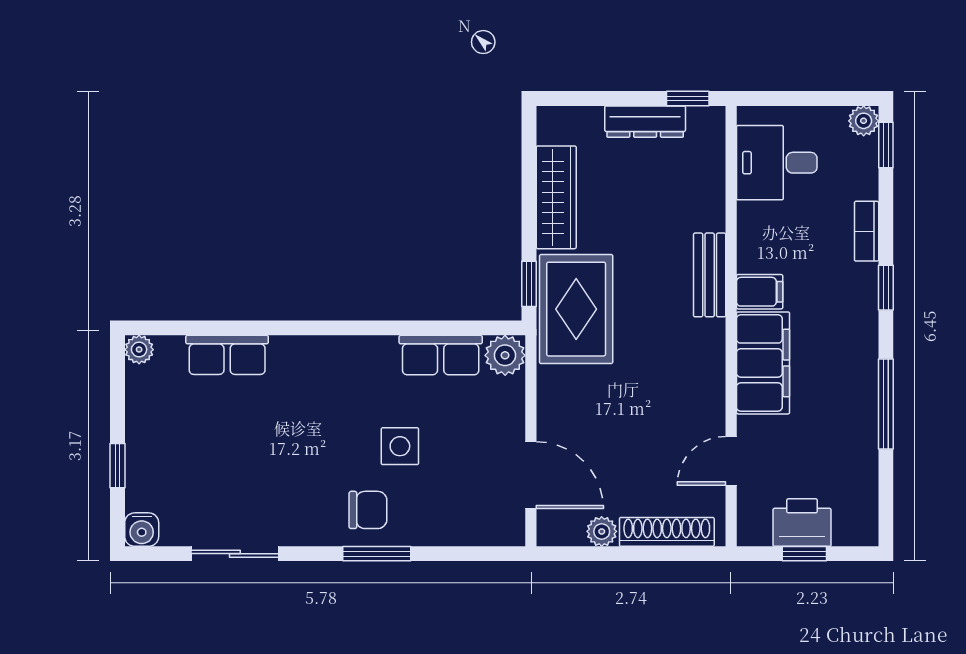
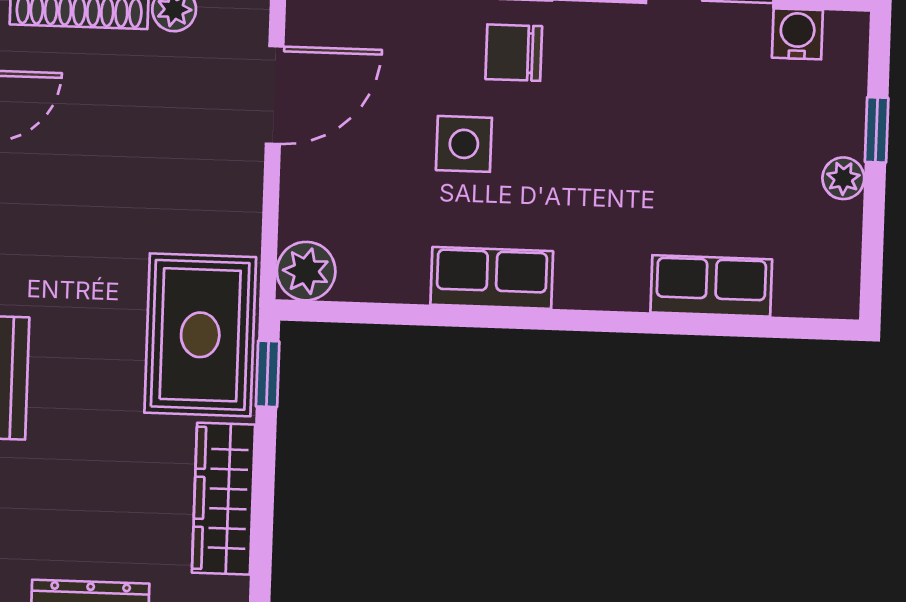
plant: (139, 350) -> (843, 178), moved
row of seats: (441, 355) -> (492, 278), moved
door: (531, 475) -> (275, 95), swing flipped
water cooler: (142, 530) -> (797, 34), moved

